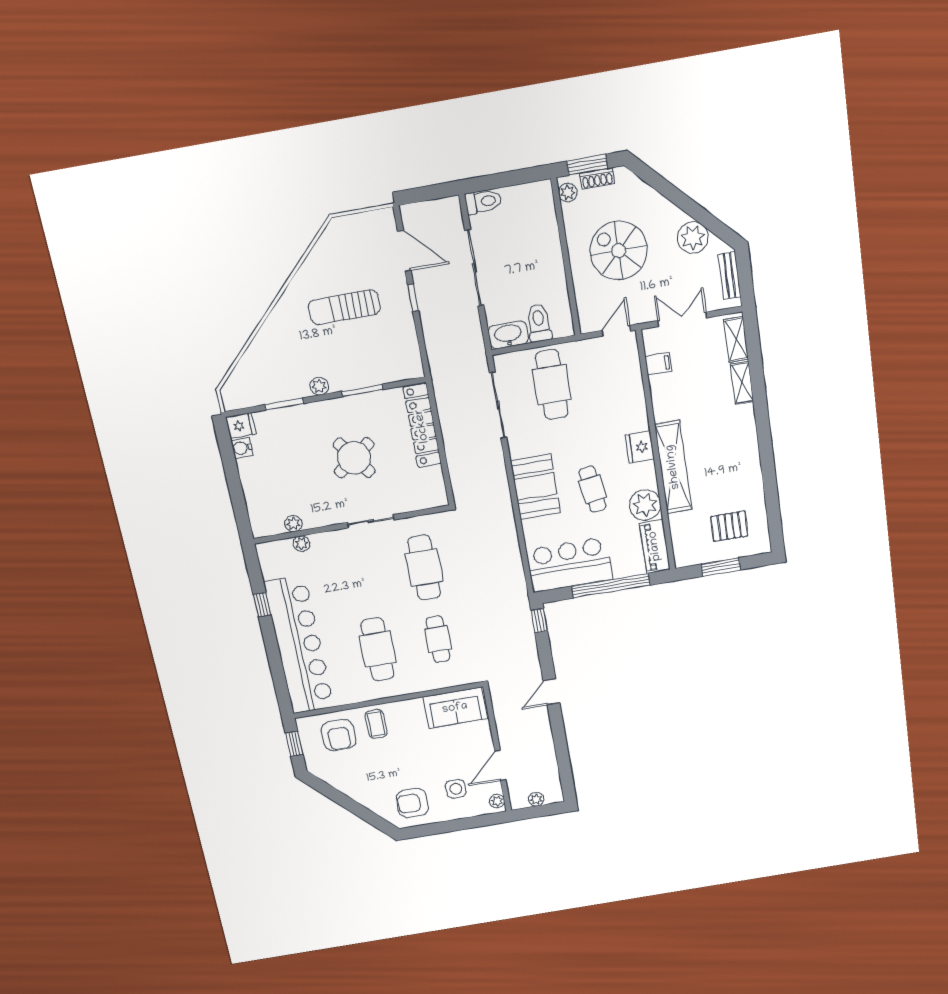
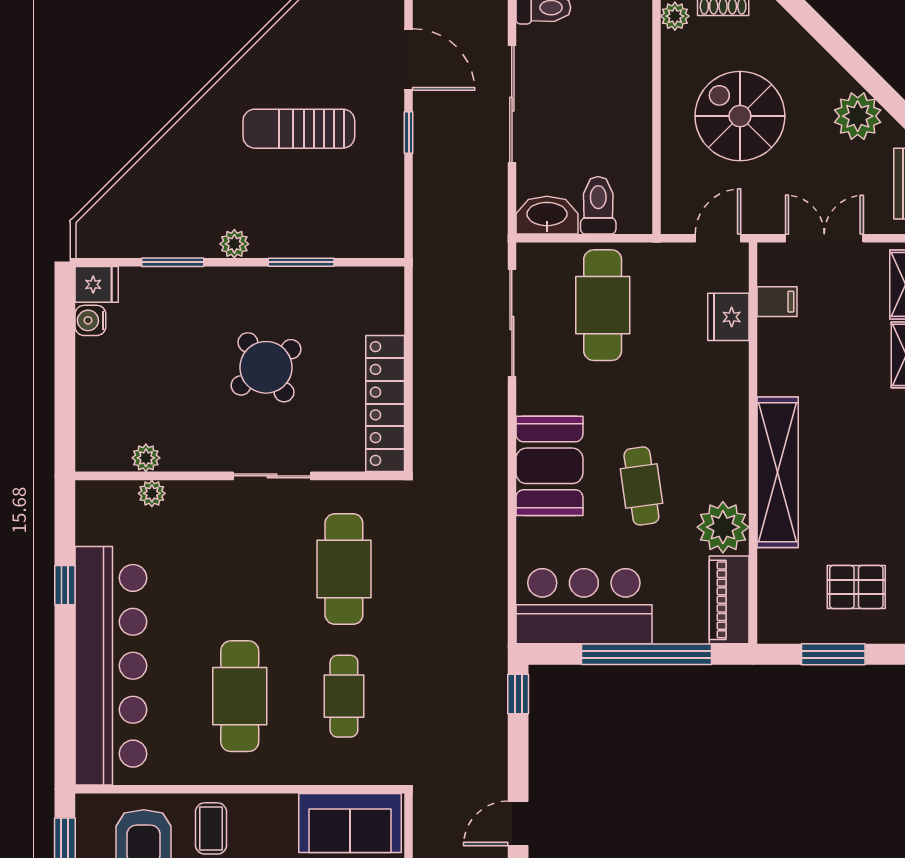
locker: (422, 426) -> (385, 404), moved
fridge: (640, 447) -> (728, 317), moved

